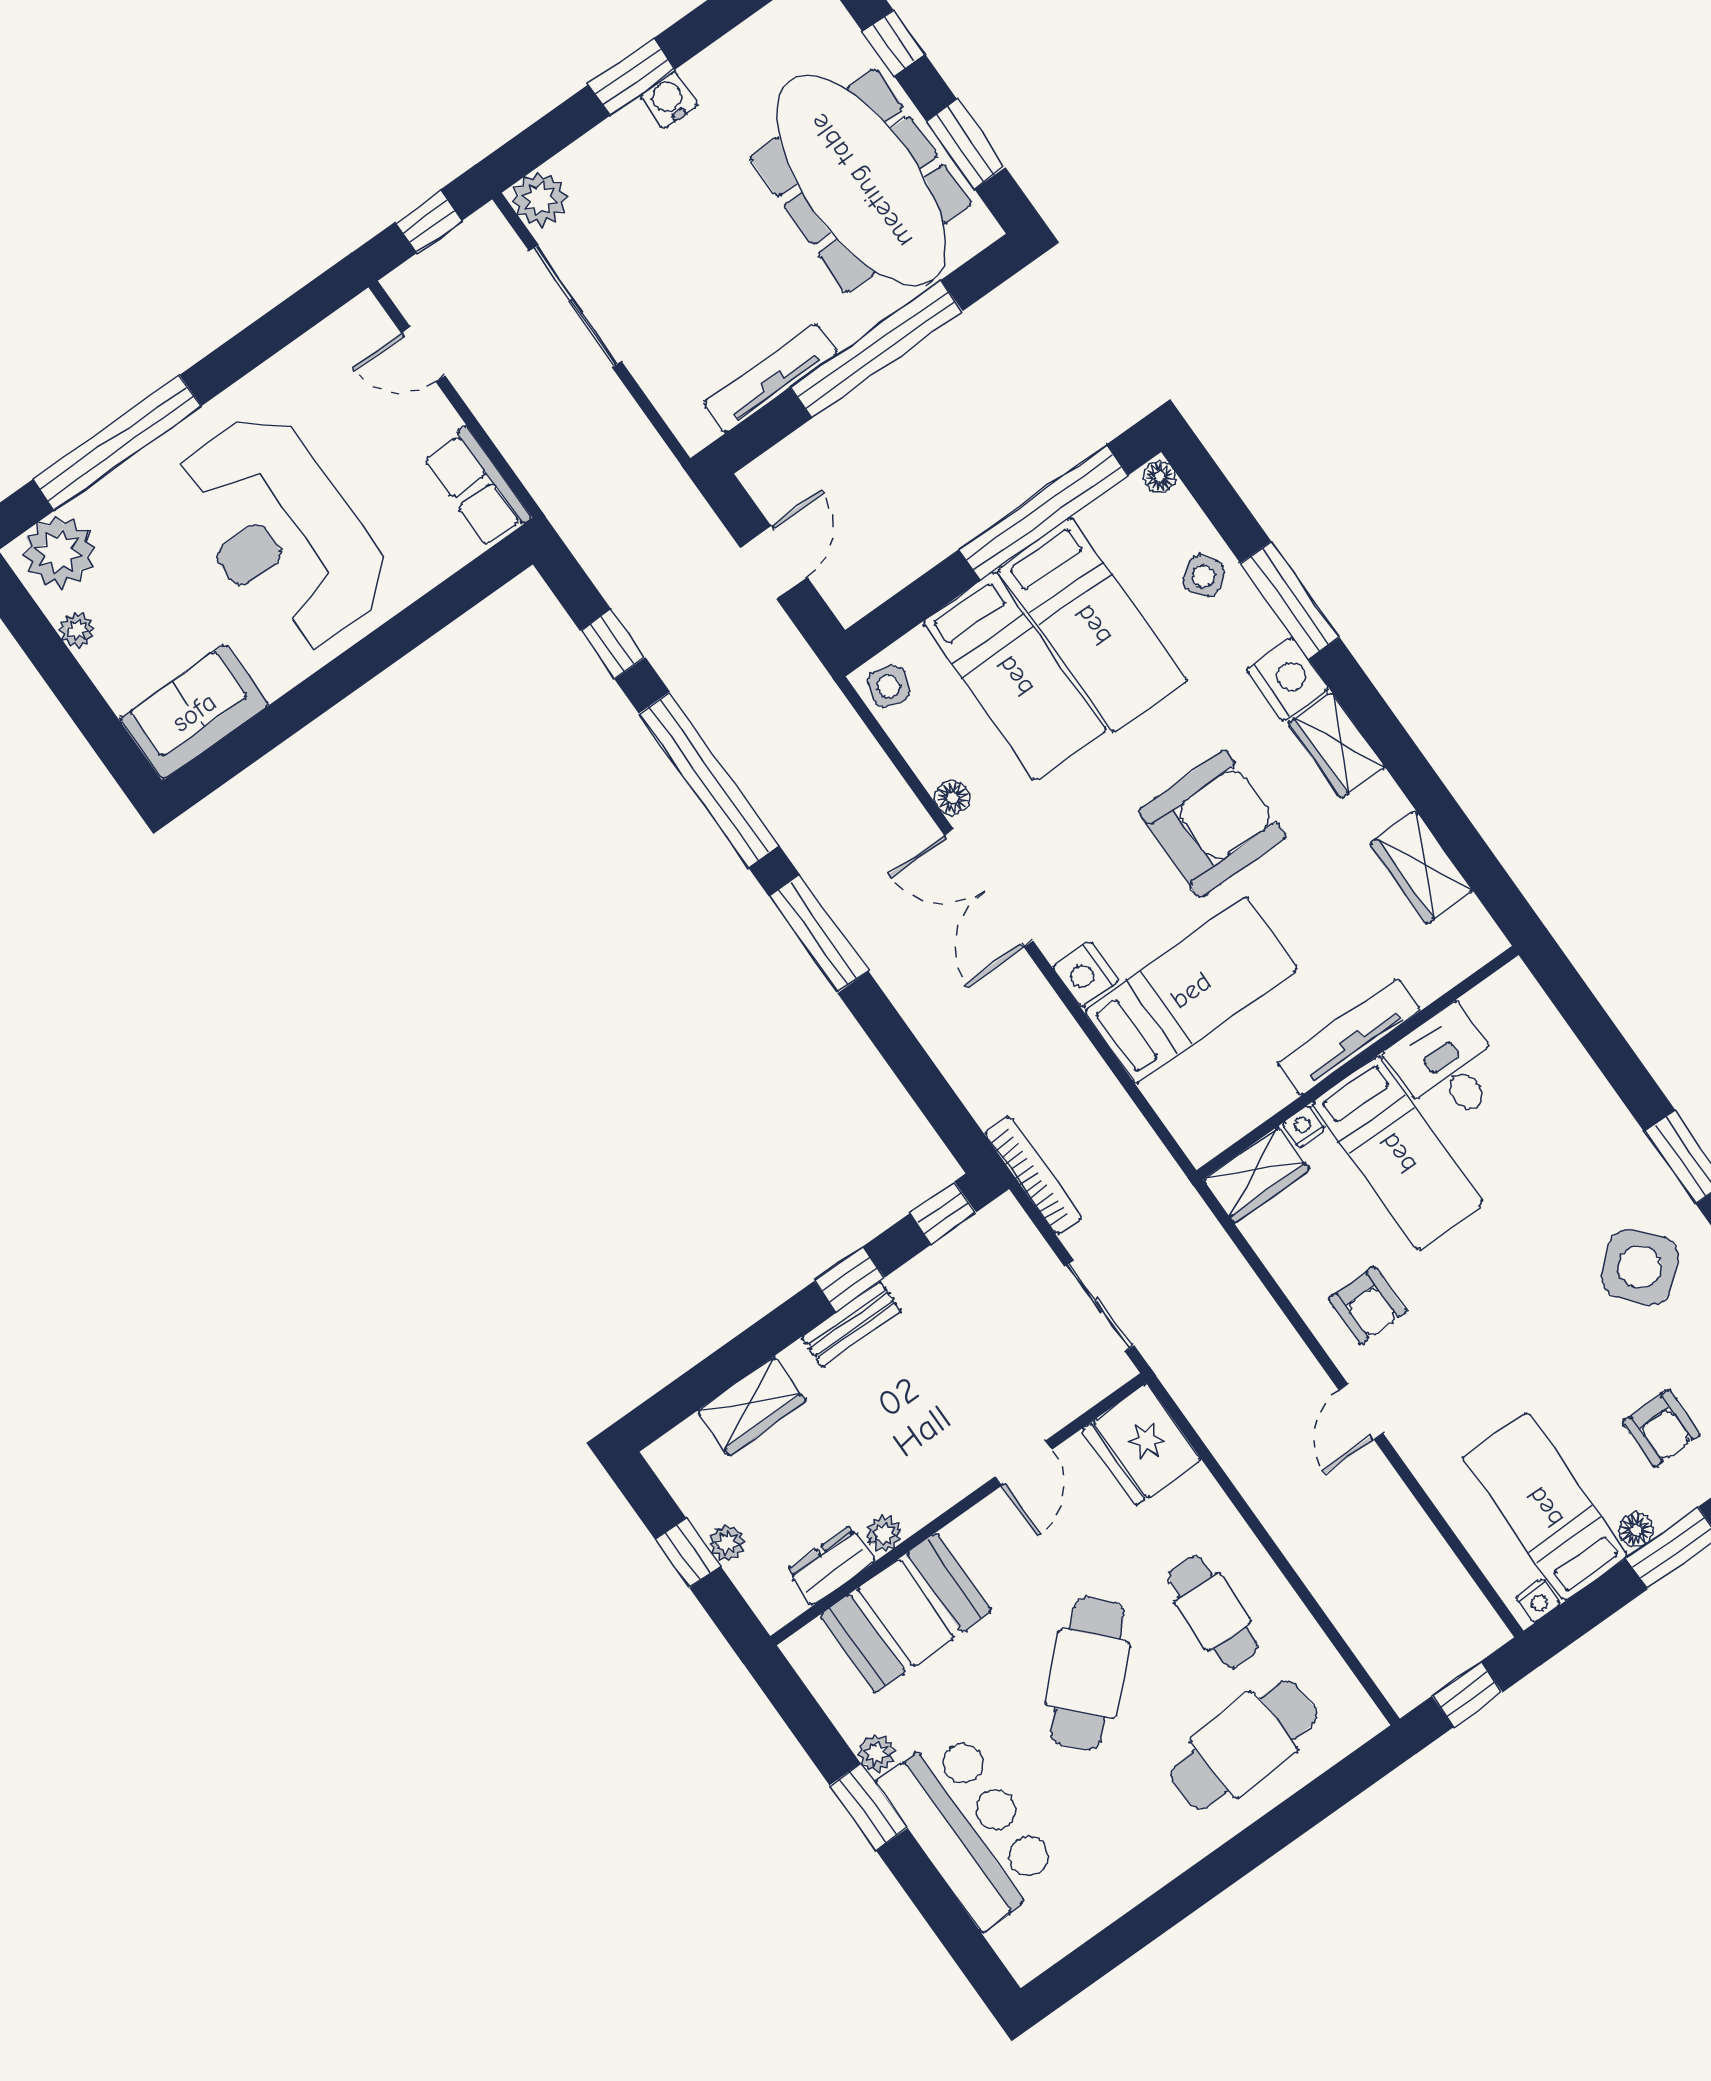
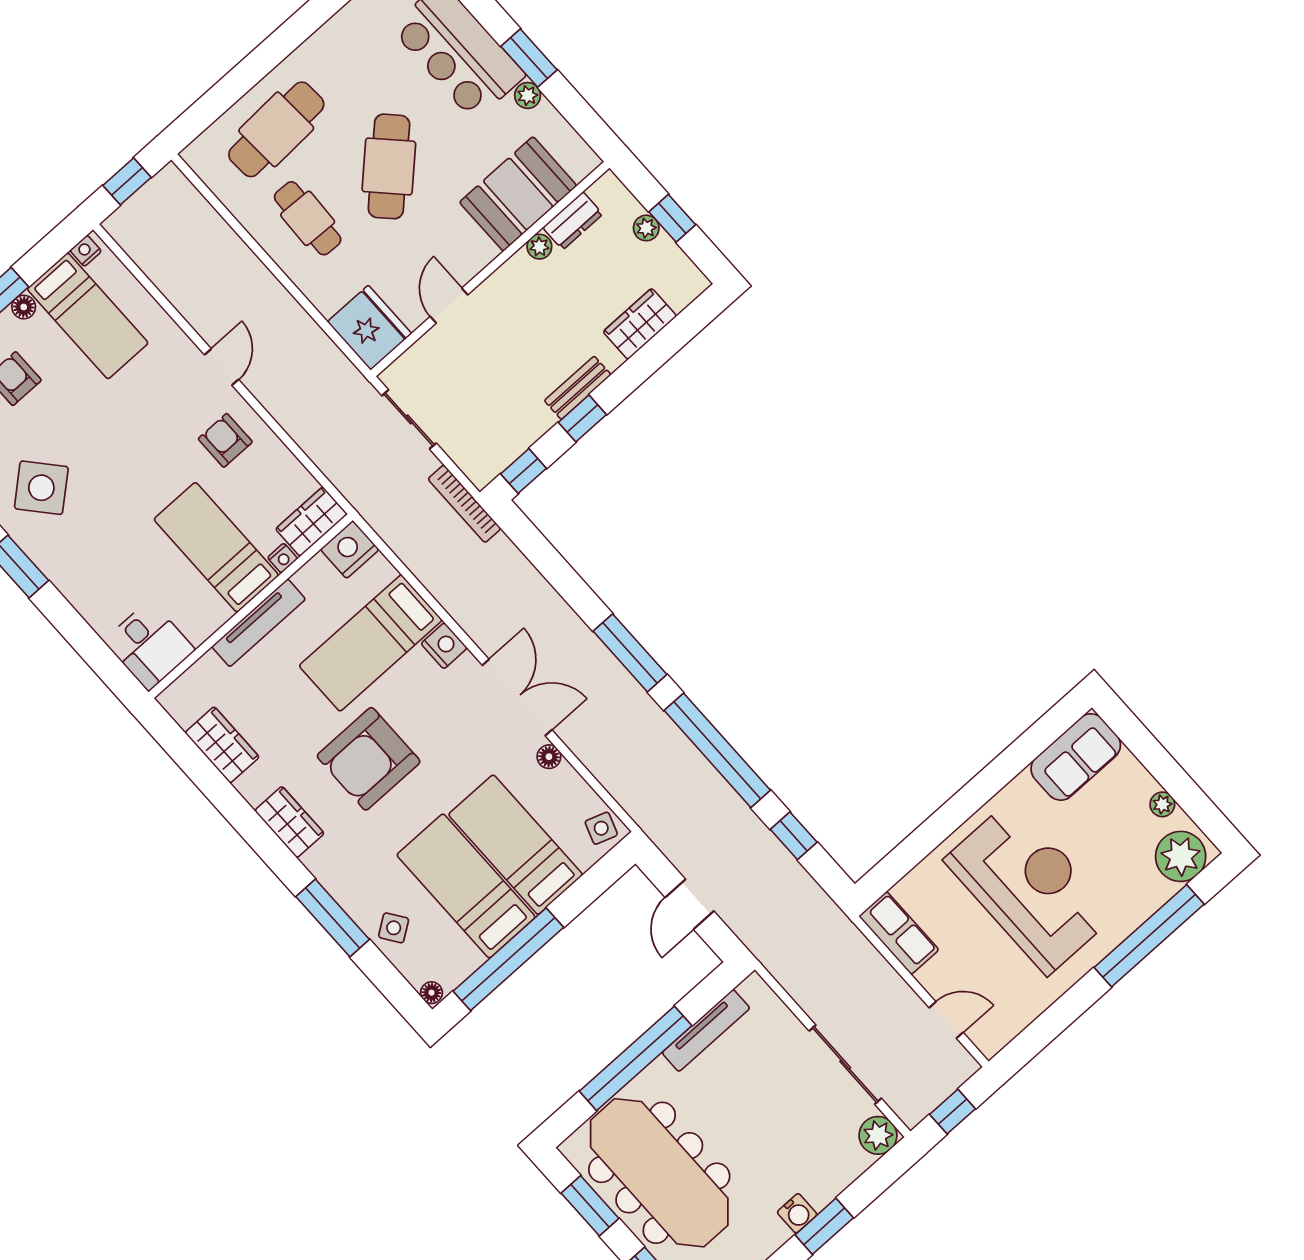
nightstand: (1288, 679) -> (350, 549), moved, turned 90
desk: (1448, 1067) -> (149, 645), moved

